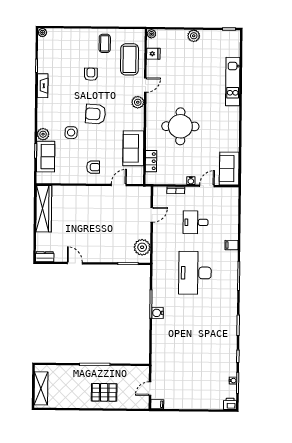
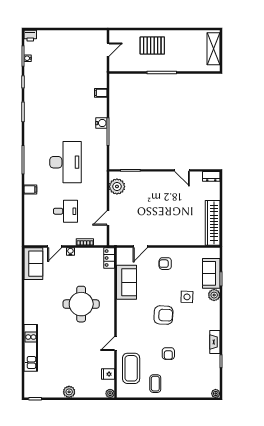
plant: (138, 102) -> (123, 327), removed
locker: (151, 161) -> (109, 258), moved
filing cabinet: (157, 404) -> (101, 93), moved

